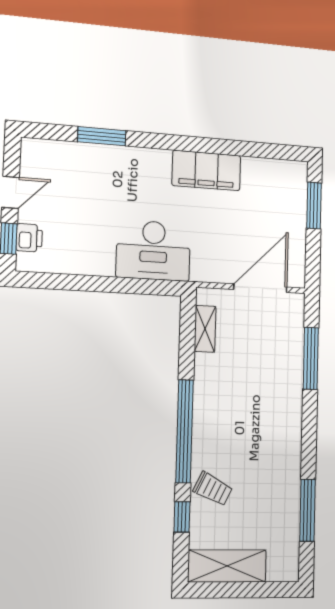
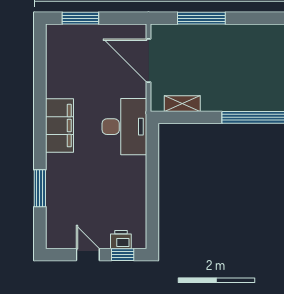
filing cabinet: (206, 170) -> (60, 126), moved
desk: (153, 250) -> (124, 127), moved

